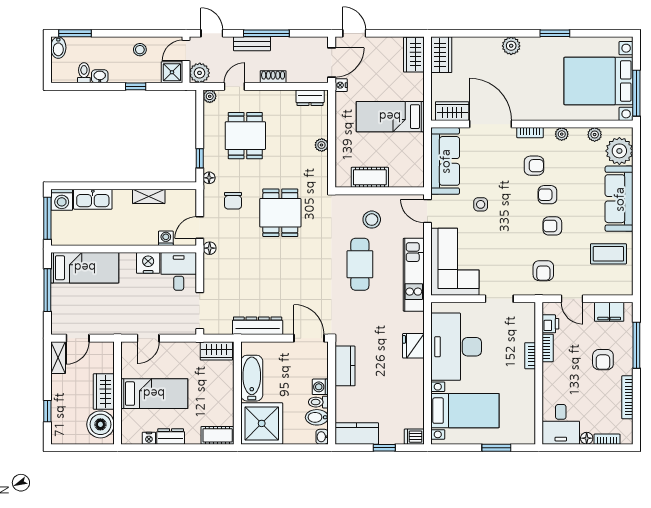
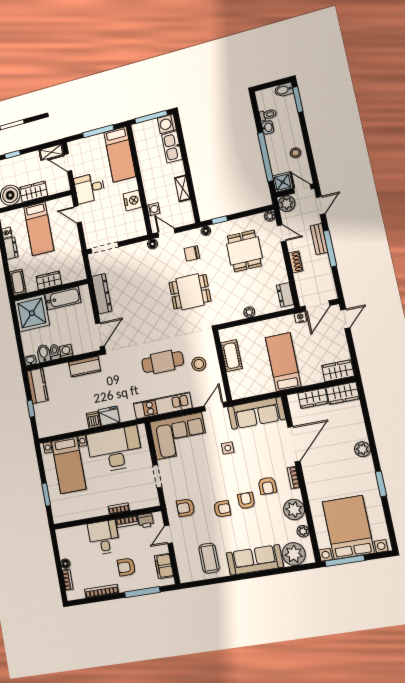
door: (332, 62) -> (317, 306), hinge flipped
window: (136, 86) -> (266, 157), width x3.17
wardrobe: (452, 111) -> (313, 398), moved, turned 90
plant: (562, 134) -> (294, 510), width x1.87, depth x1.87
dining table: (245, 136) -> (244, 251), turned 90
armchair: (552, 226) -> (222, 509), turned 90
desk: (179, 271) -> (90, 188), moved, turned 180
wardrobe: (216, 351) -> (49, 280), moved, turned 90
desk: (561, 424) -> (104, 537), moved, turned 90
dishwasher: (414, 437) -> (93, 420), moved

